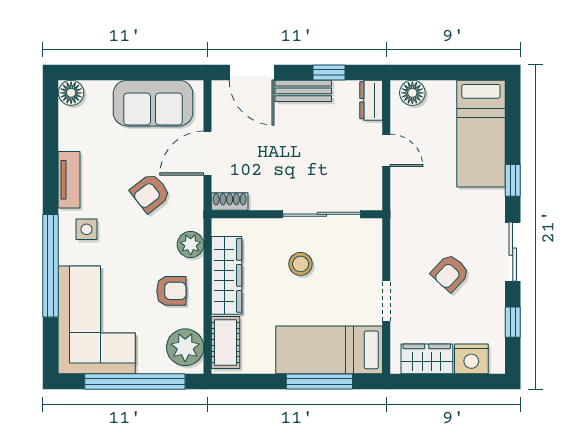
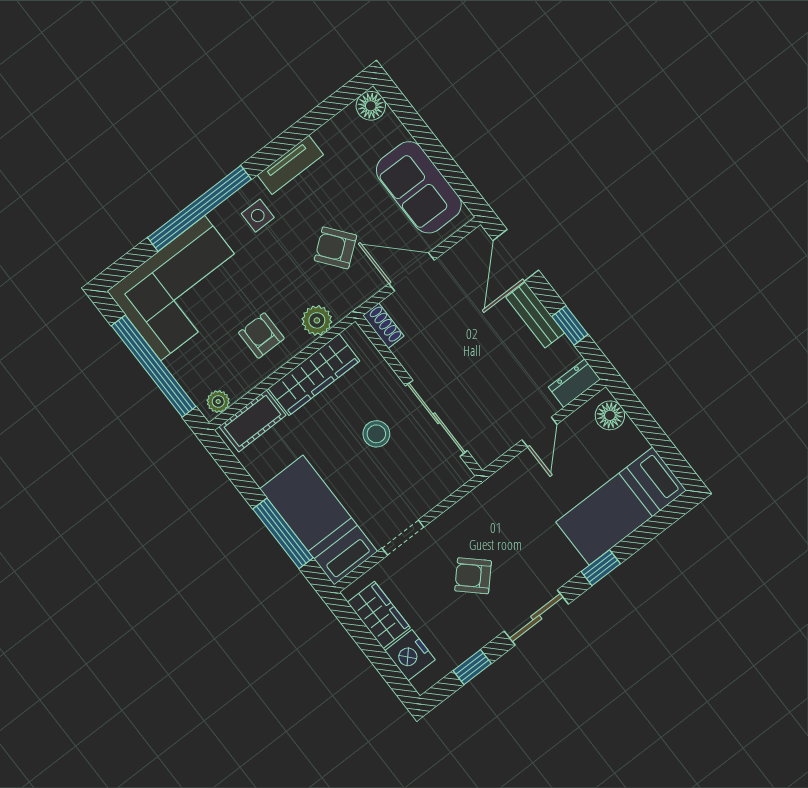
armchair: (171, 291) -> (261, 336), turned 180
plant: (185, 347) -> (218, 402), width x0.53, depth x0.53

